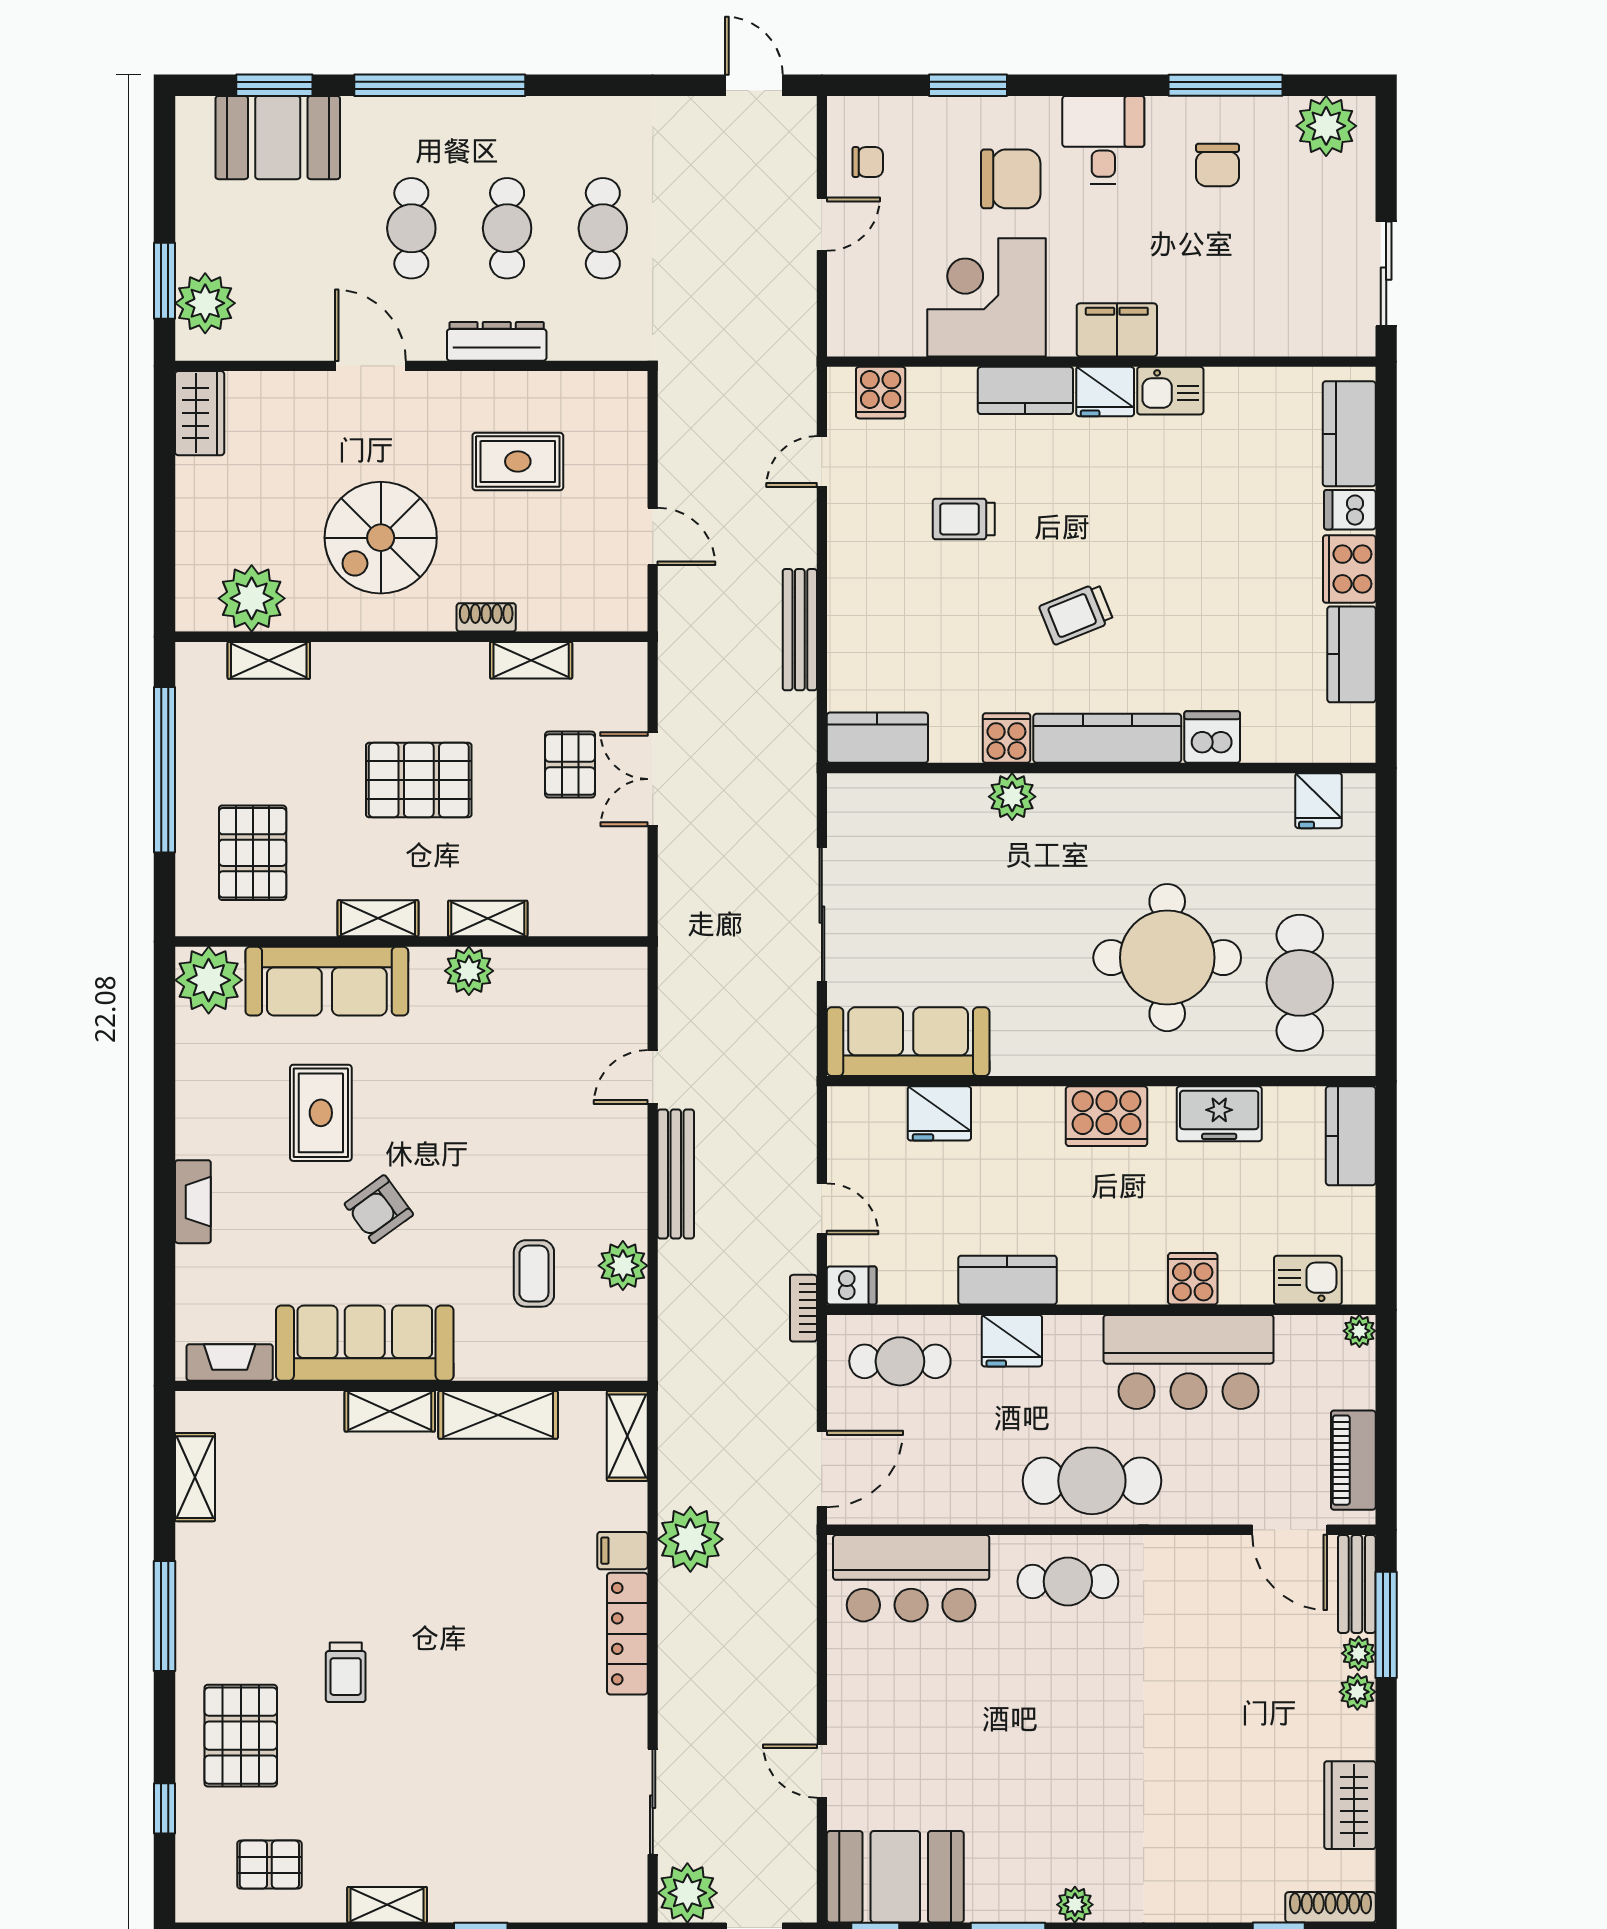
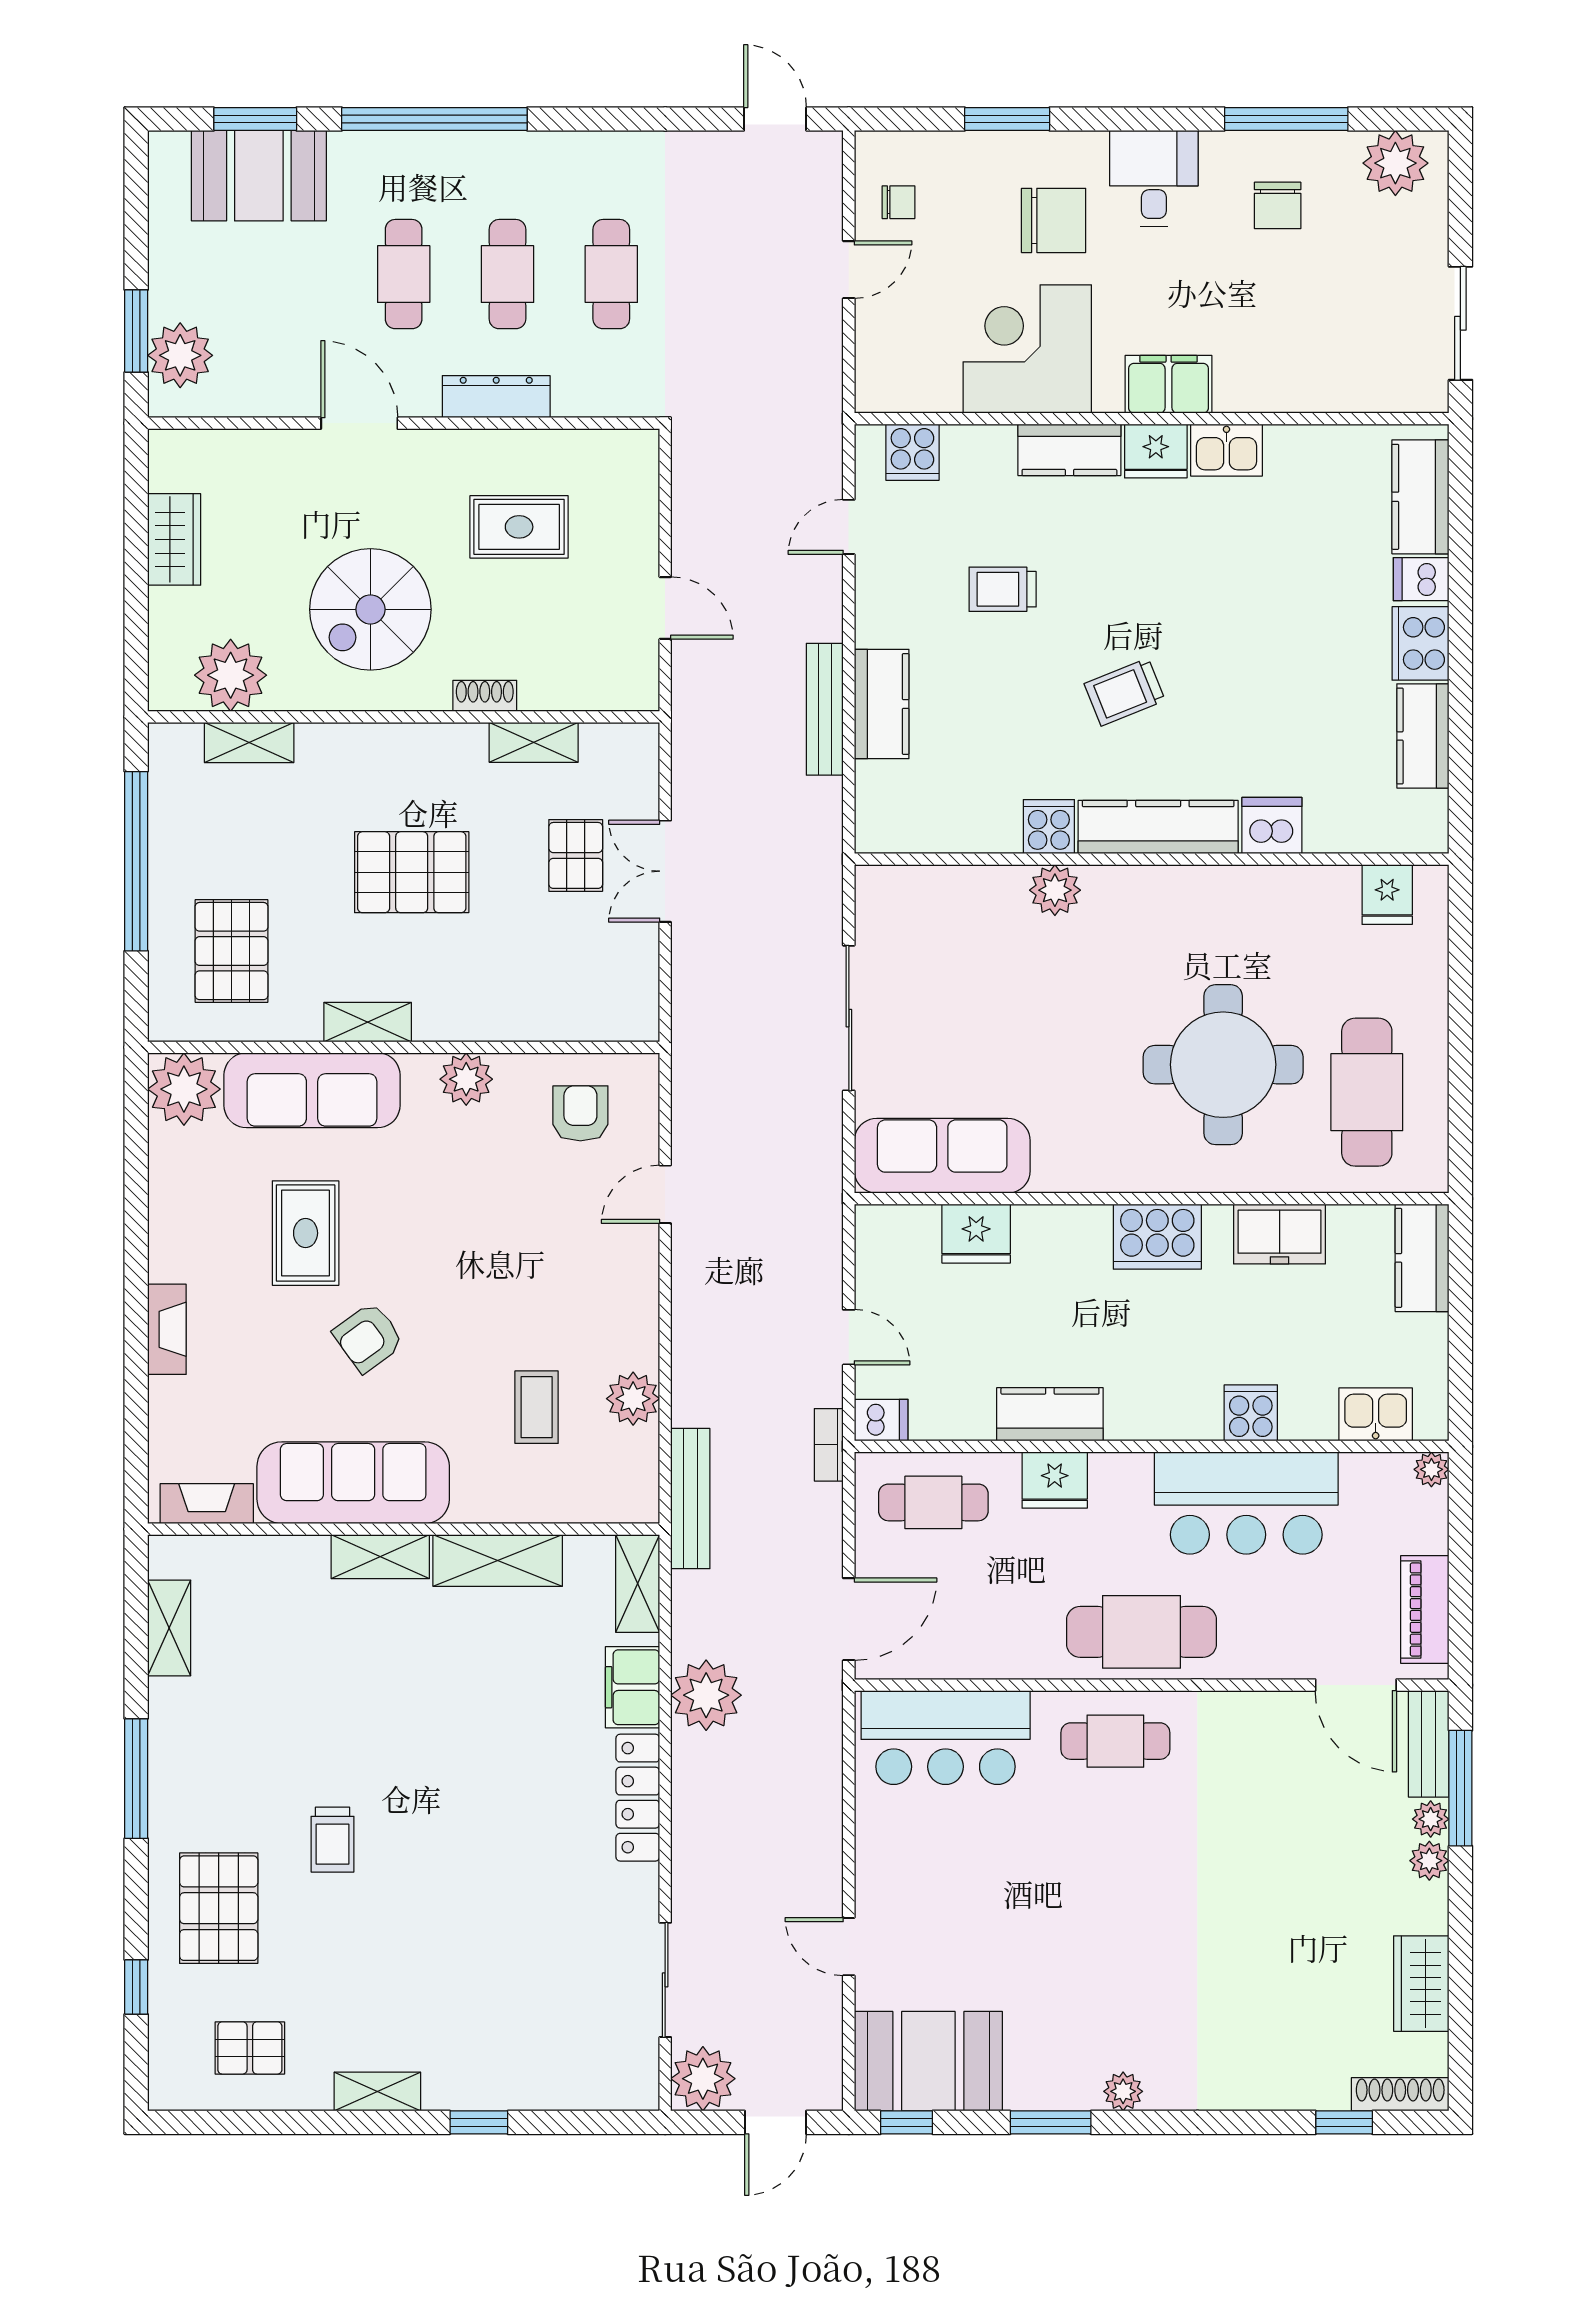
wardrobe: (200, 413) -> (174, 539), moved
kitchen counter: (877, 738) -> (882, 704), moved, turned 90
shelving: (488, 919) -> (487, 1022), removed
armchair: (574, 1002) -> (580, 1113), added
bench: (676, 1174) -> (690, 1499), moved
filing cabinet: (622, 1551) -> (633, 1687), width x2.00

